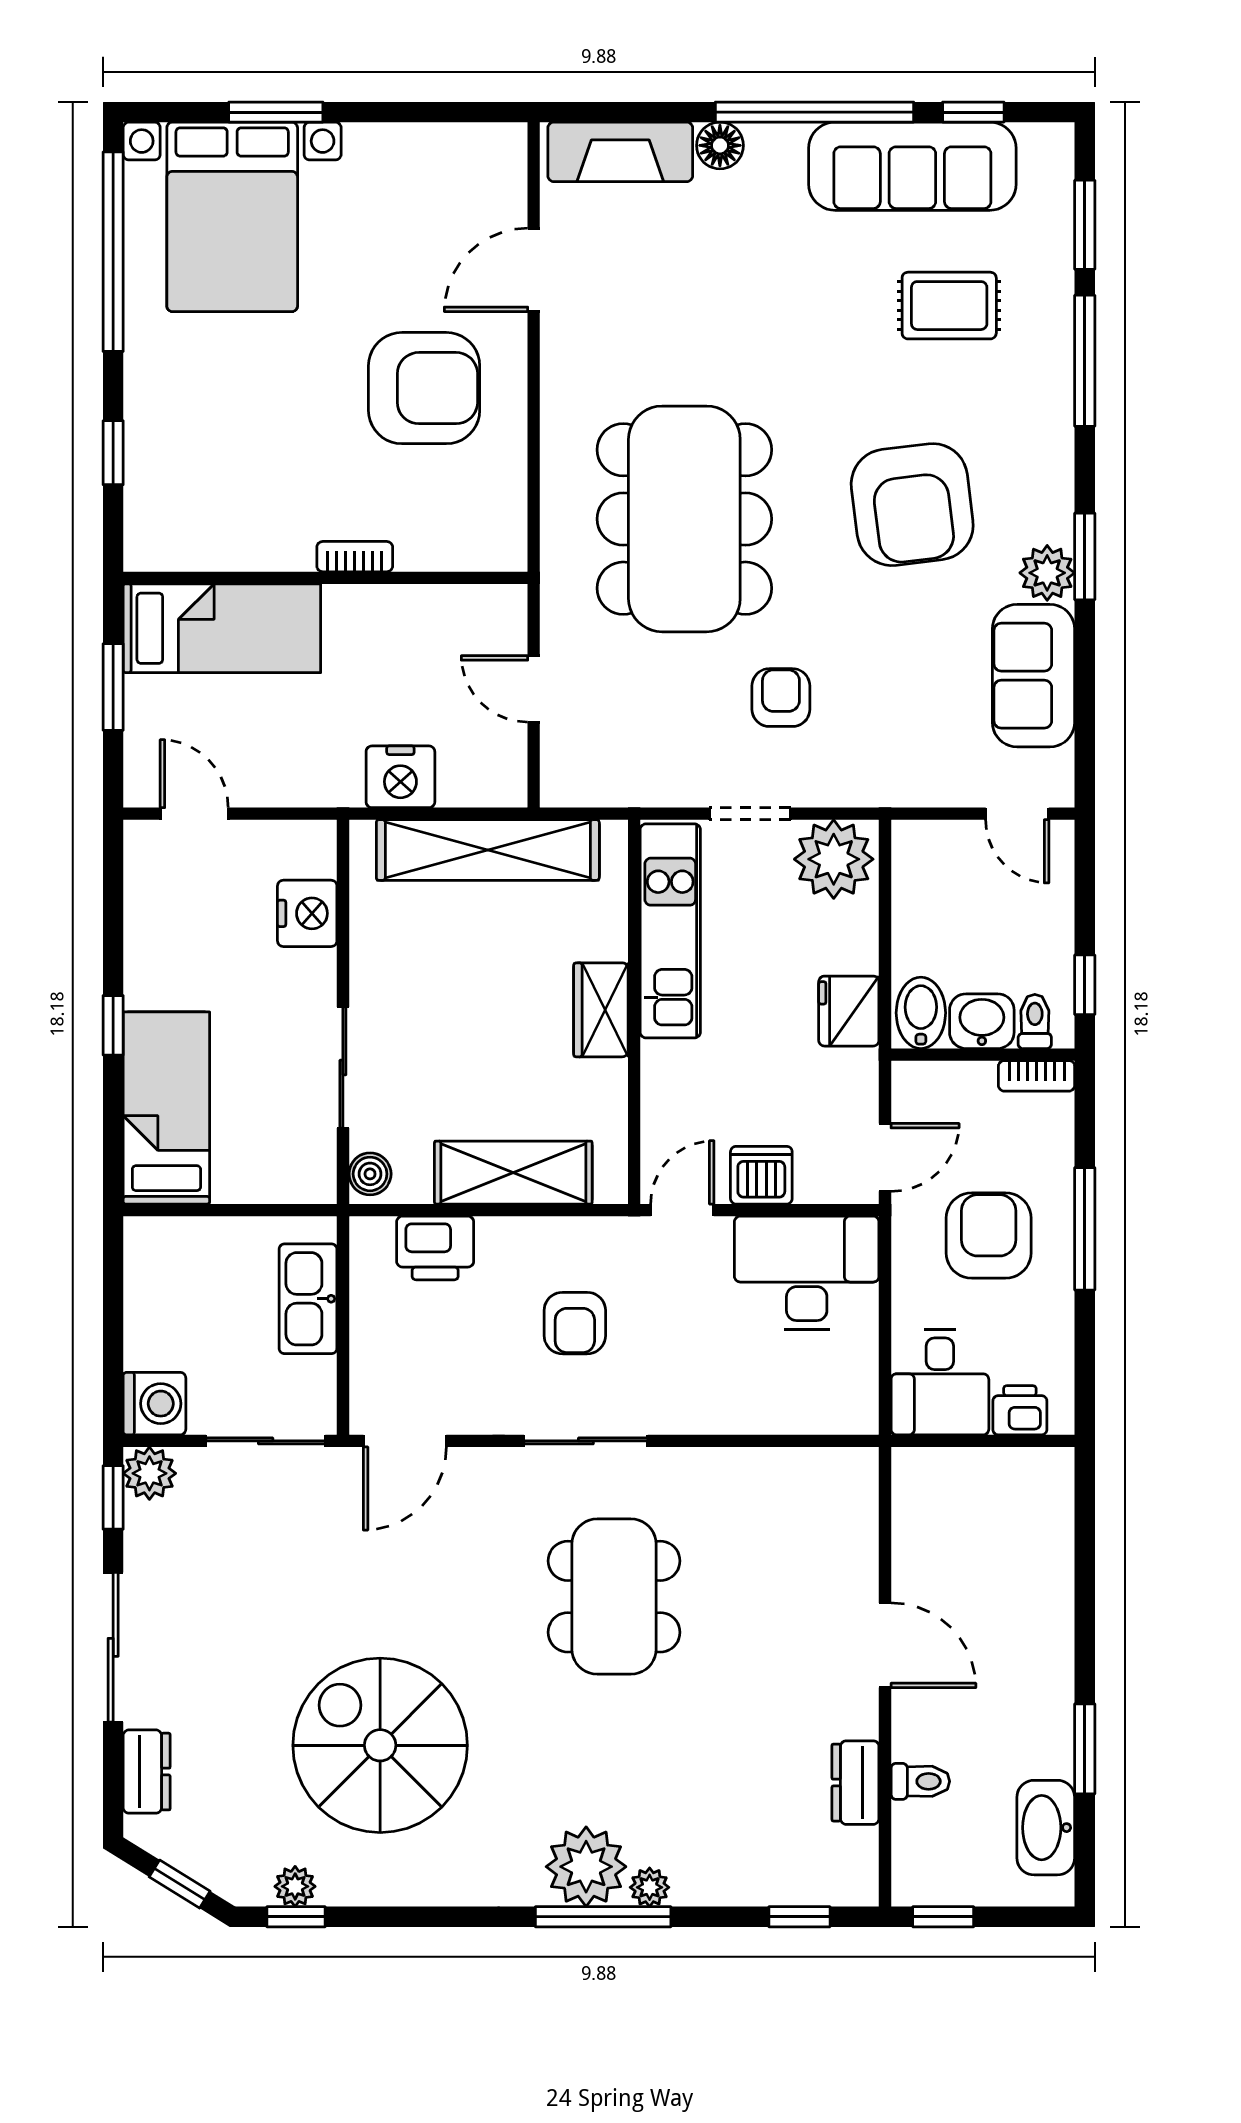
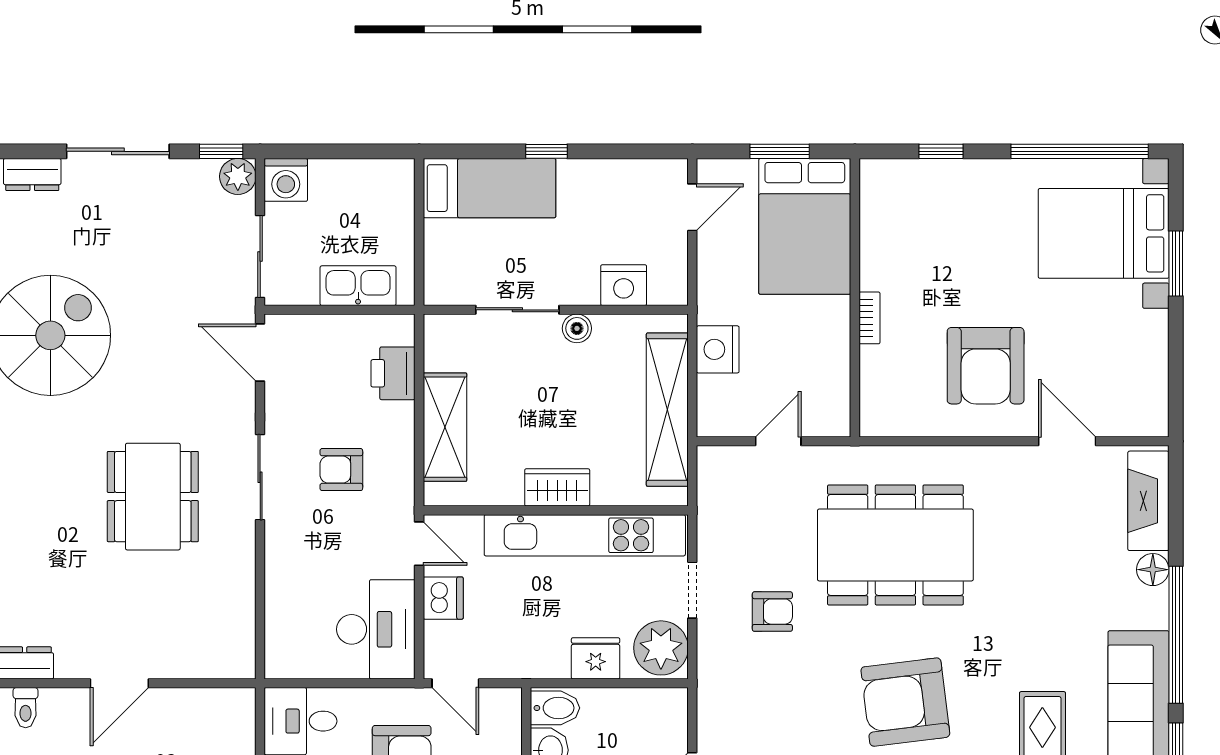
bed: (222, 628) -> (805, 226), width x1.50
kitchen unit: (670, 931) -> (585, 535), width x1.36
fridge: (849, 1011) -> (596, 658), moved
boiler: (370, 1174) -> (577, 328), moved
dining table: (614, 1597) -> (153, 497), turned 90

